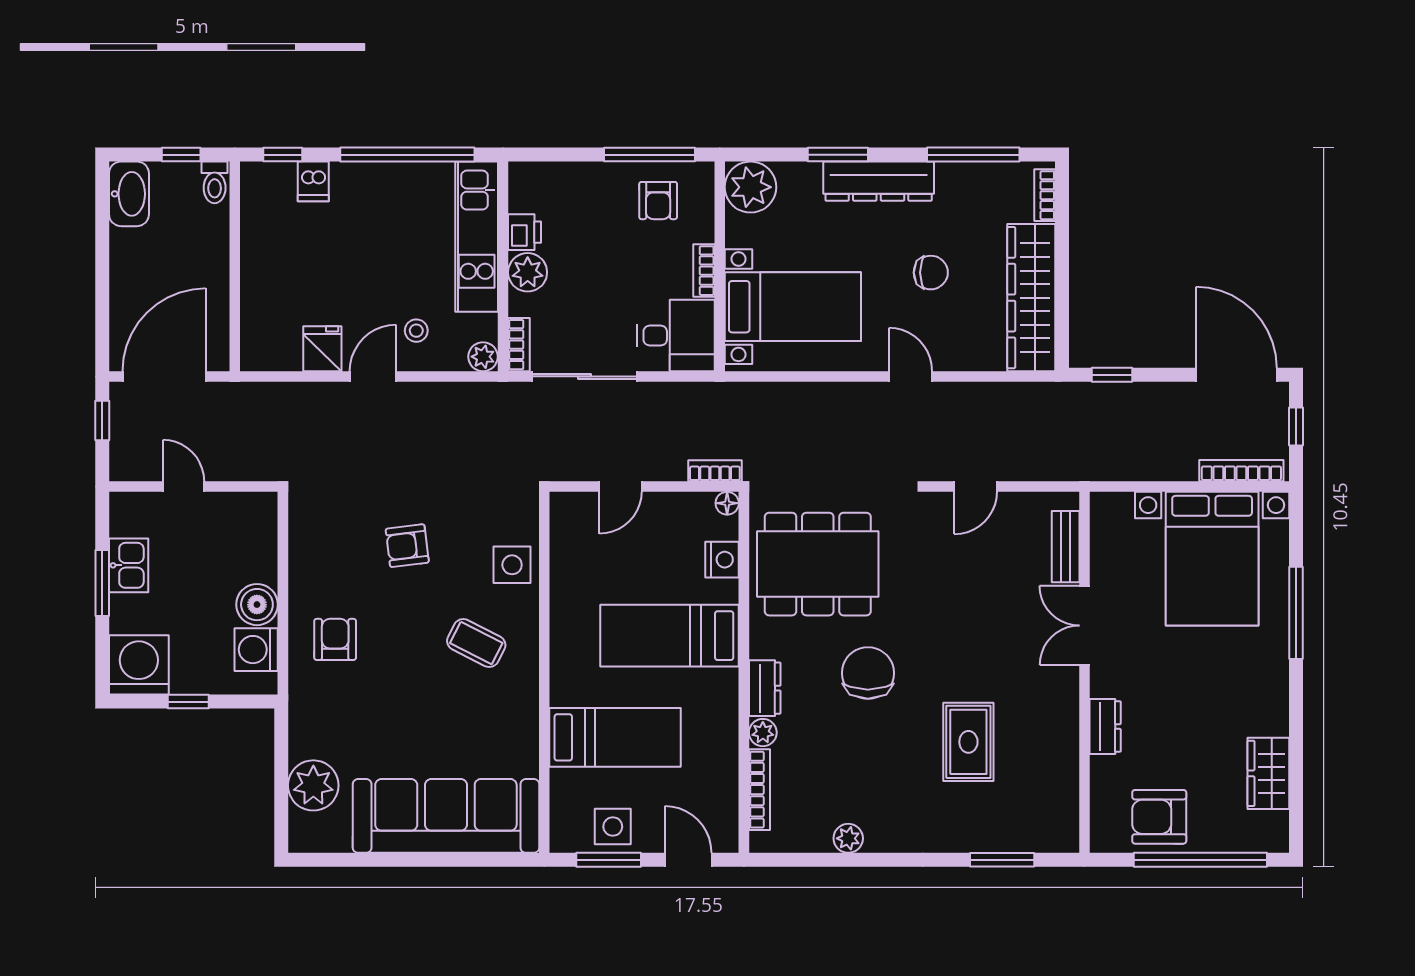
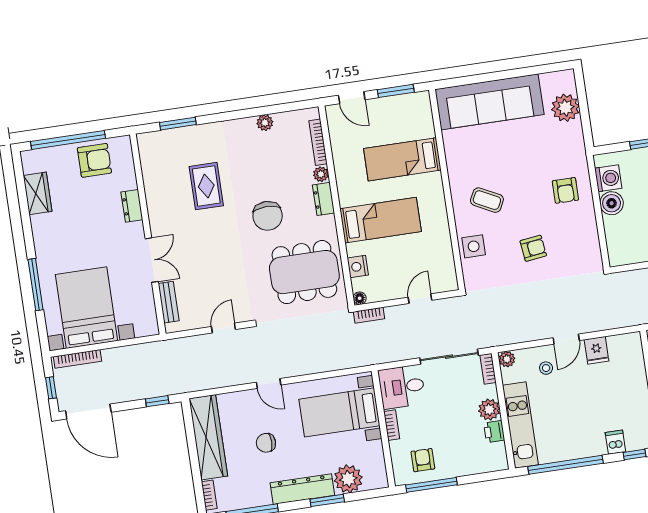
plant: (751, 187) -> (348, 479), moved
side table: (613, 827) -> (396, 110), removed

